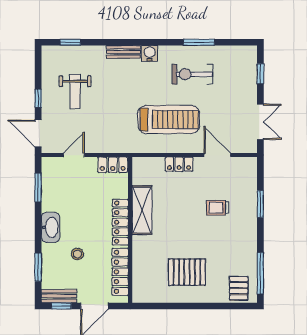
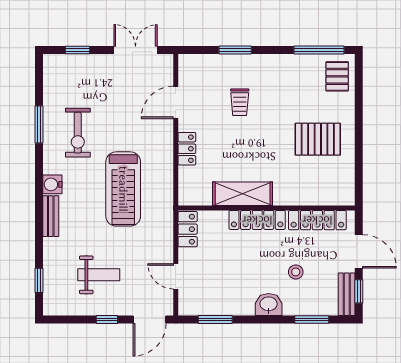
treadmill: (169, 119) -> (123, 189), moved, turned 180
washbasin: (51, 227) -> (269, 305), width x0.72
pallet: (187, 272) -> (318, 139), turned 90
pallet: (239, 288) -> (337, 76), turned 90

